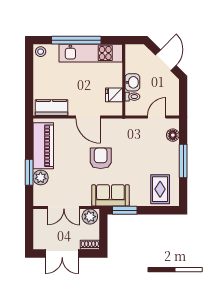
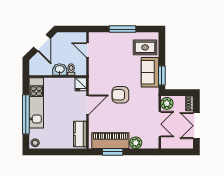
door: (166, 60) -> (42, 43), swing flipped
fridge: (114, 95) -> (81, 84), moved
floor lamp: (173, 135) -> (102, 37), removed
window: (29, 172) -> (113, 152), moved
sofa: (110, 195) -> (150, 72), moved
double door: (62, 253) -> (196, 126), swing flipped

